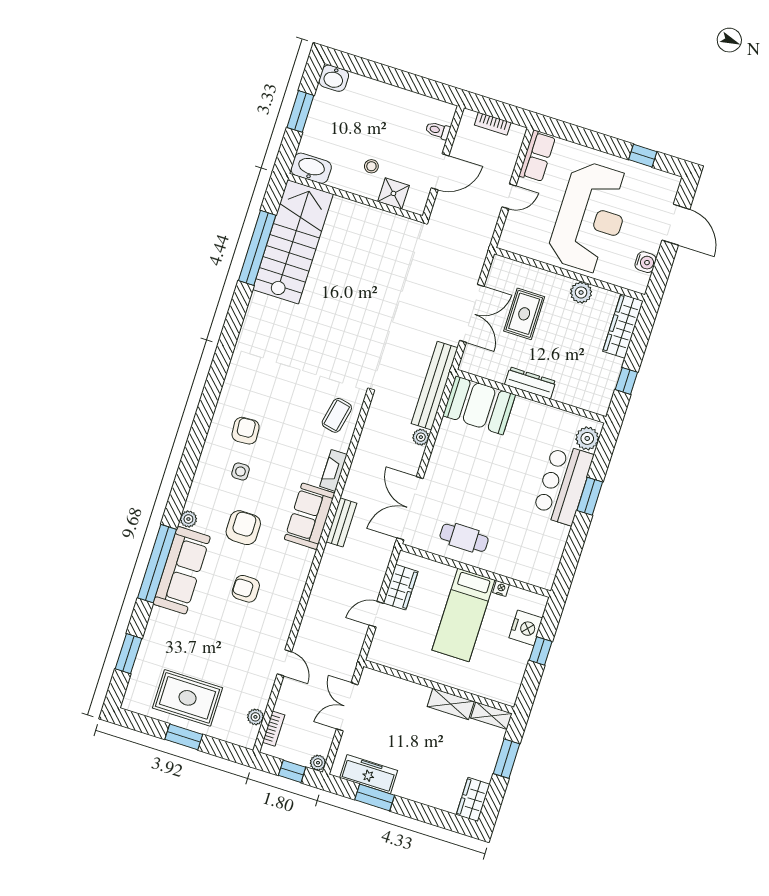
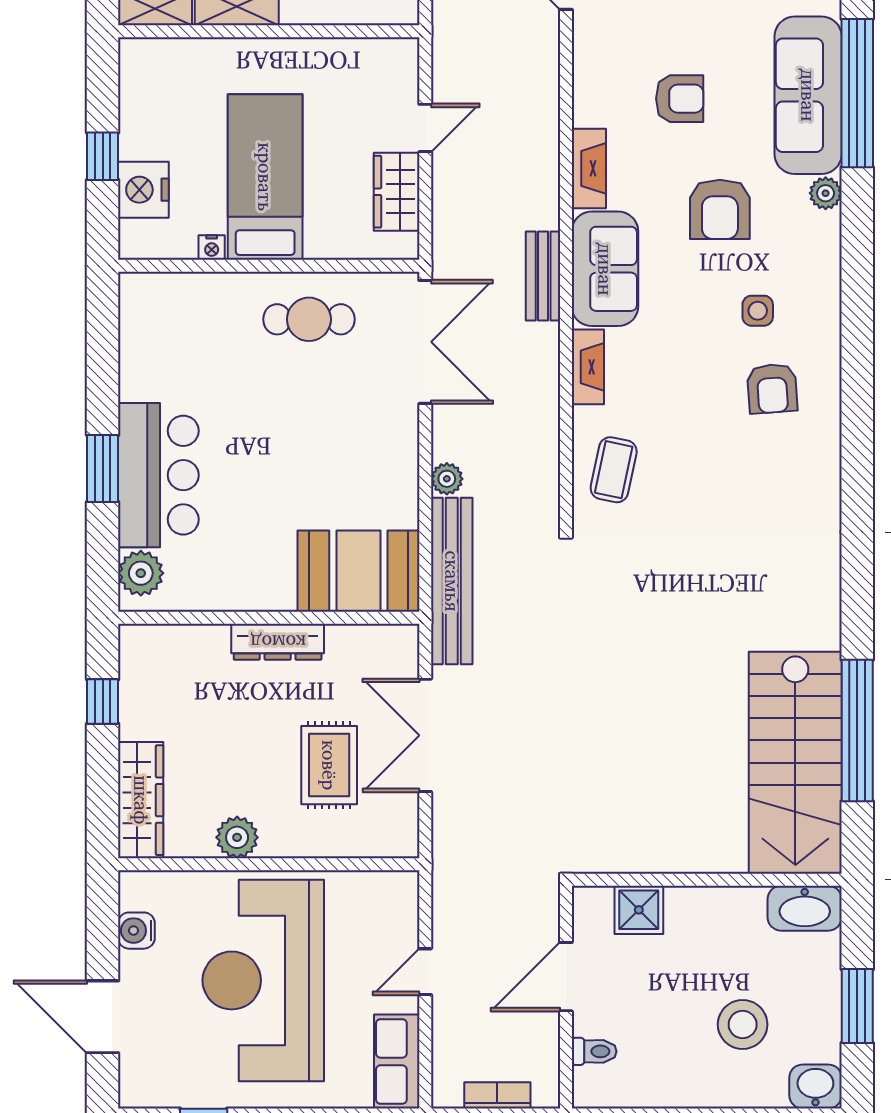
stool: (371, 166) -> (743, 1024), moved, width x1.89, depth x1.89
fireplace: (302, 568) -> (589, 168), added

